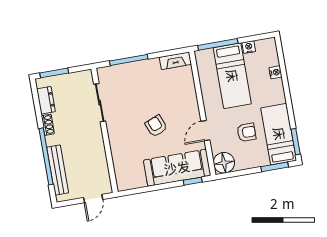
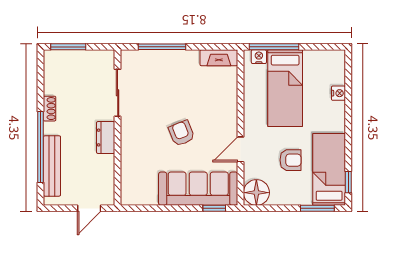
nightstand: (249, 47) -> (259, 57), moved
dresser: (46, 100) -> (106, 138), moved, turned 180
window: (296, 142) -> (348, 182), width x0.67

